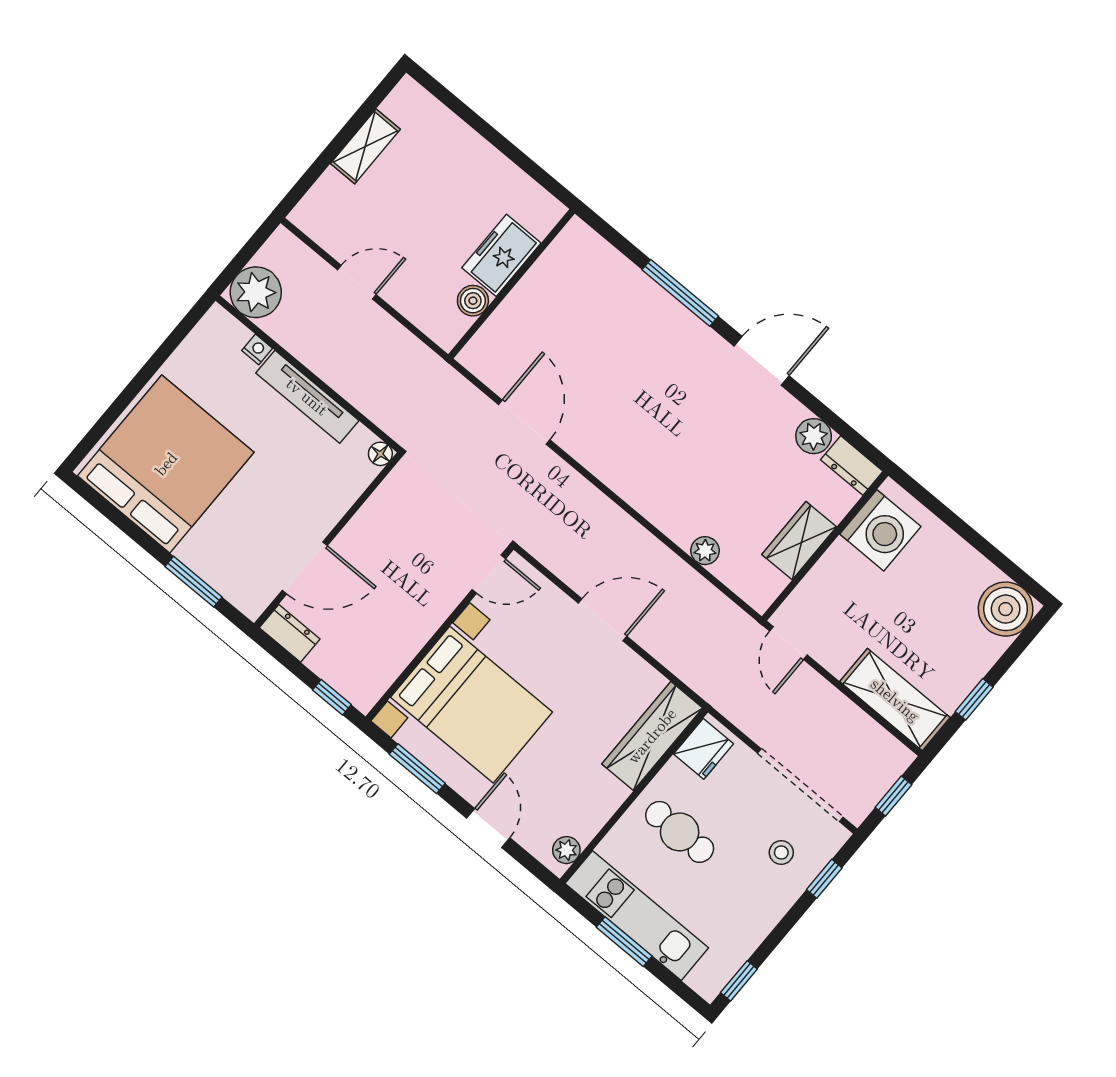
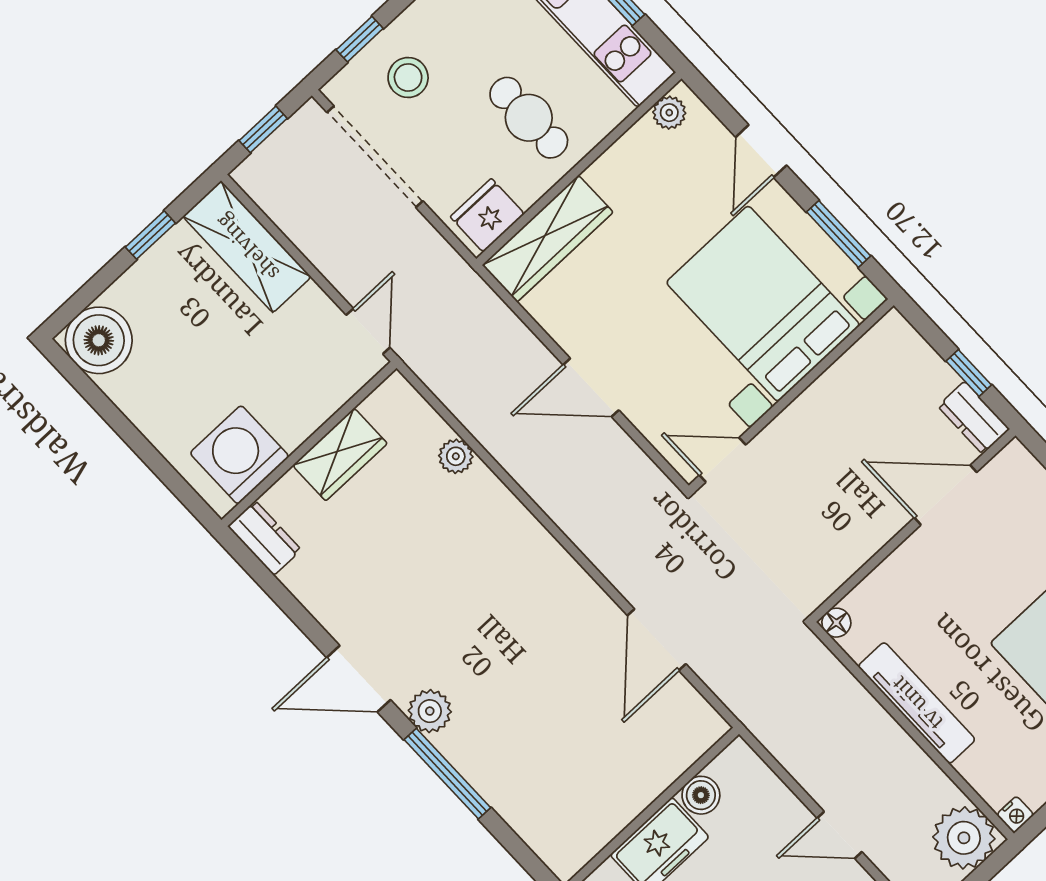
nightstand: (257, 349) -> (1015, 815), moved, turned -90
plant: (814, 436) -> (430, 711), moved
window: (332, 697) -> (969, 373), moved
stool: (781, 853) -> (408, 77), width x1.37, depth x1.37

